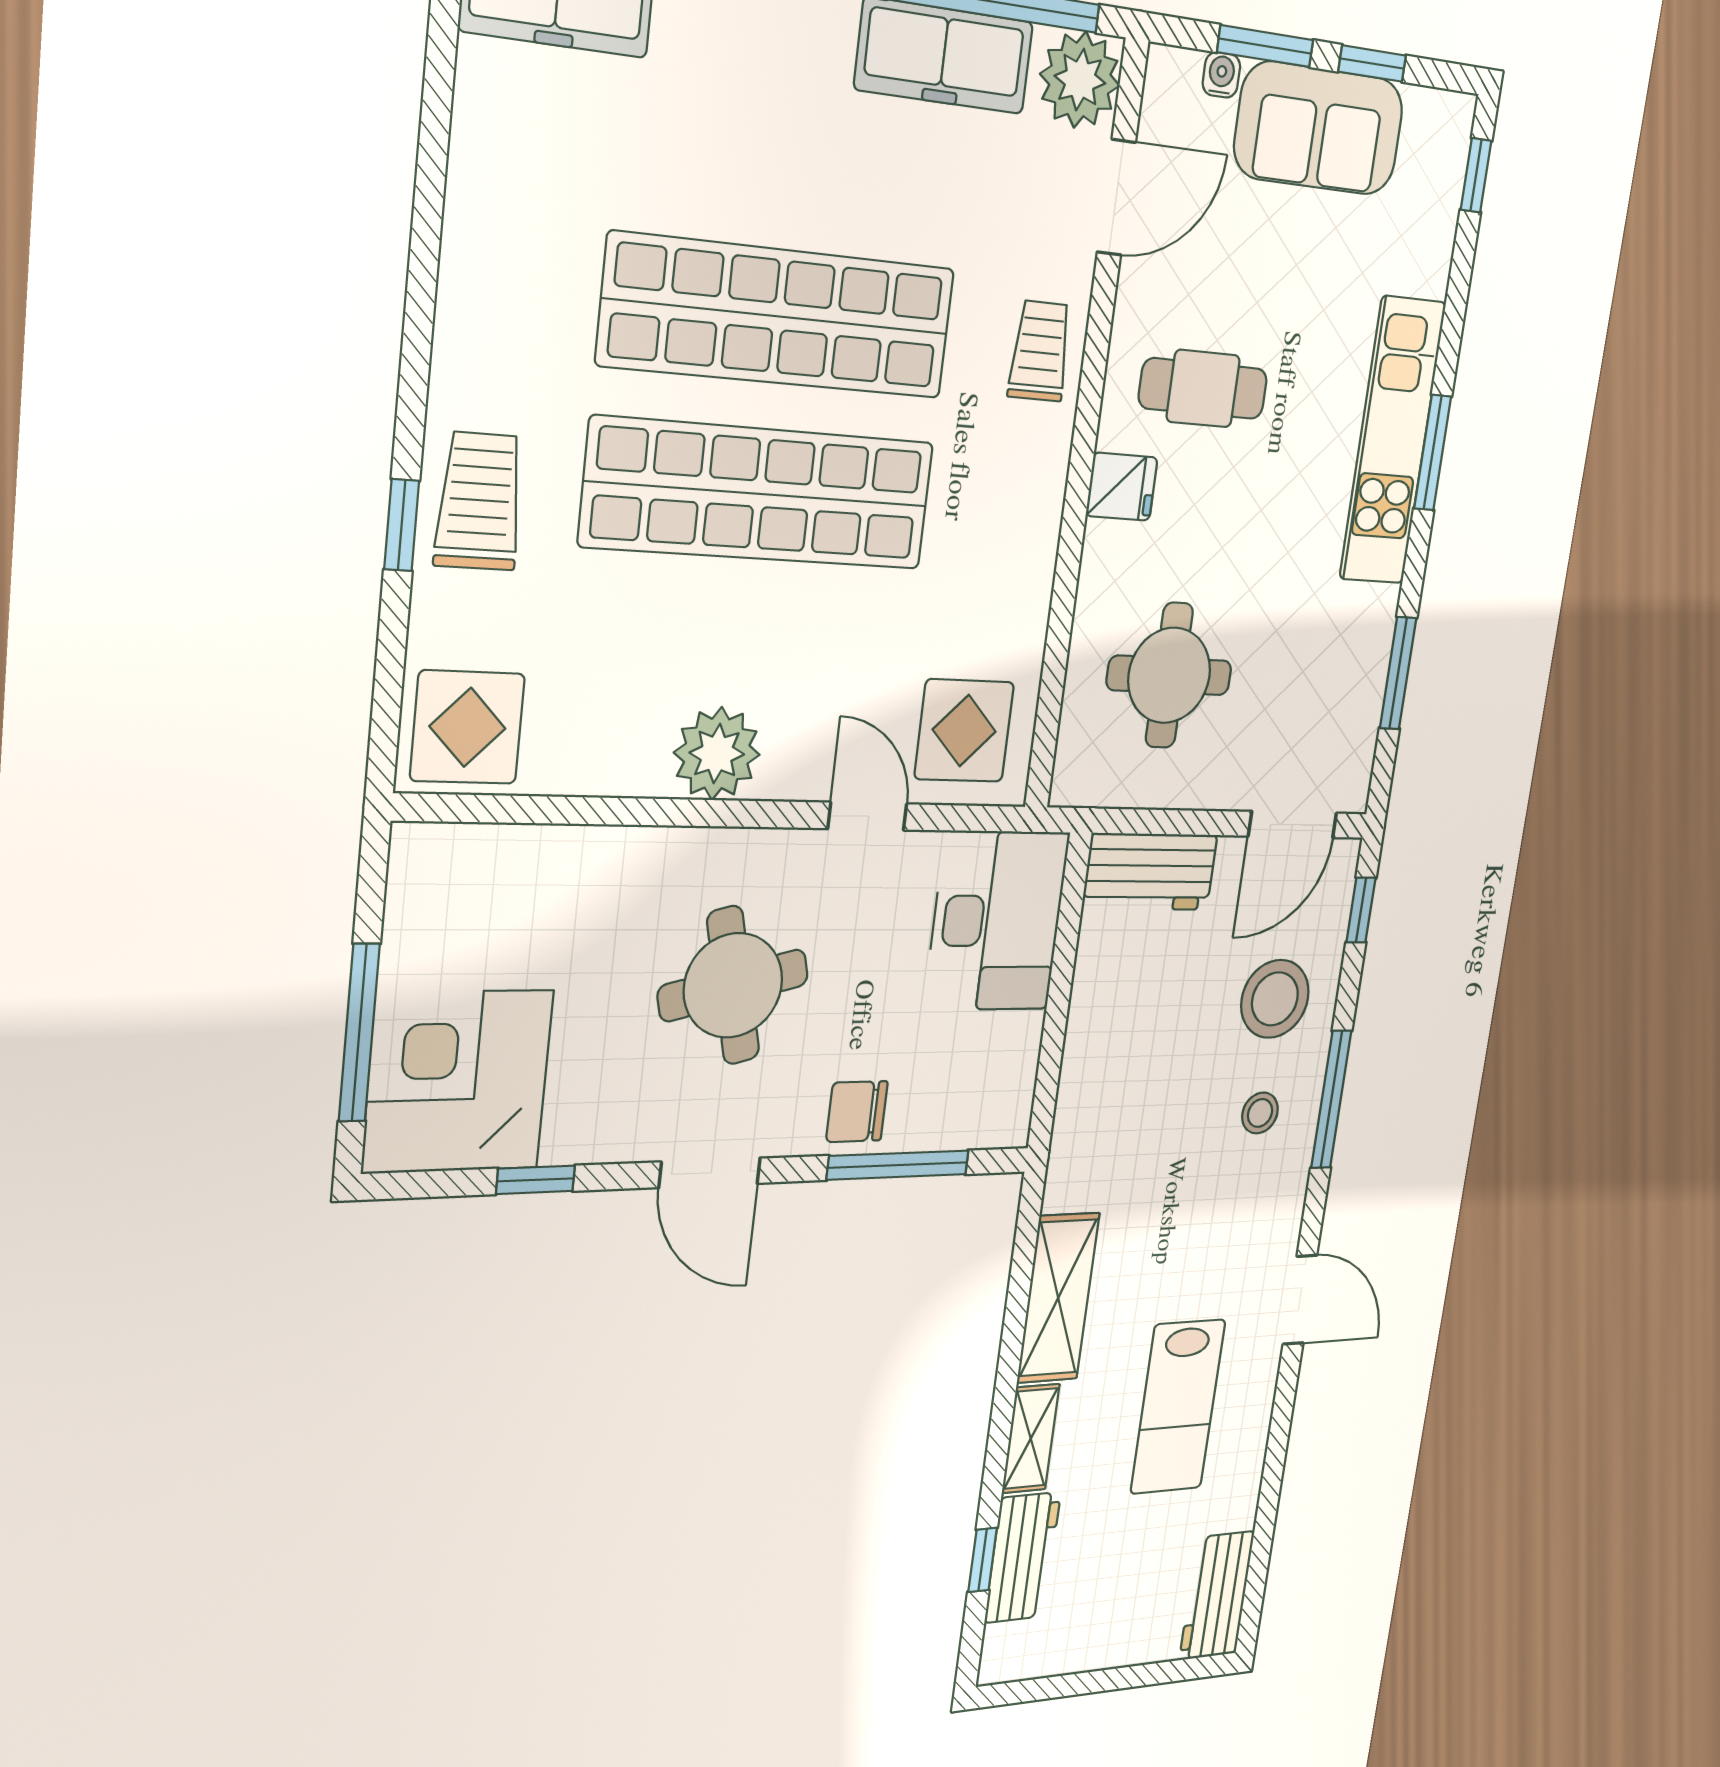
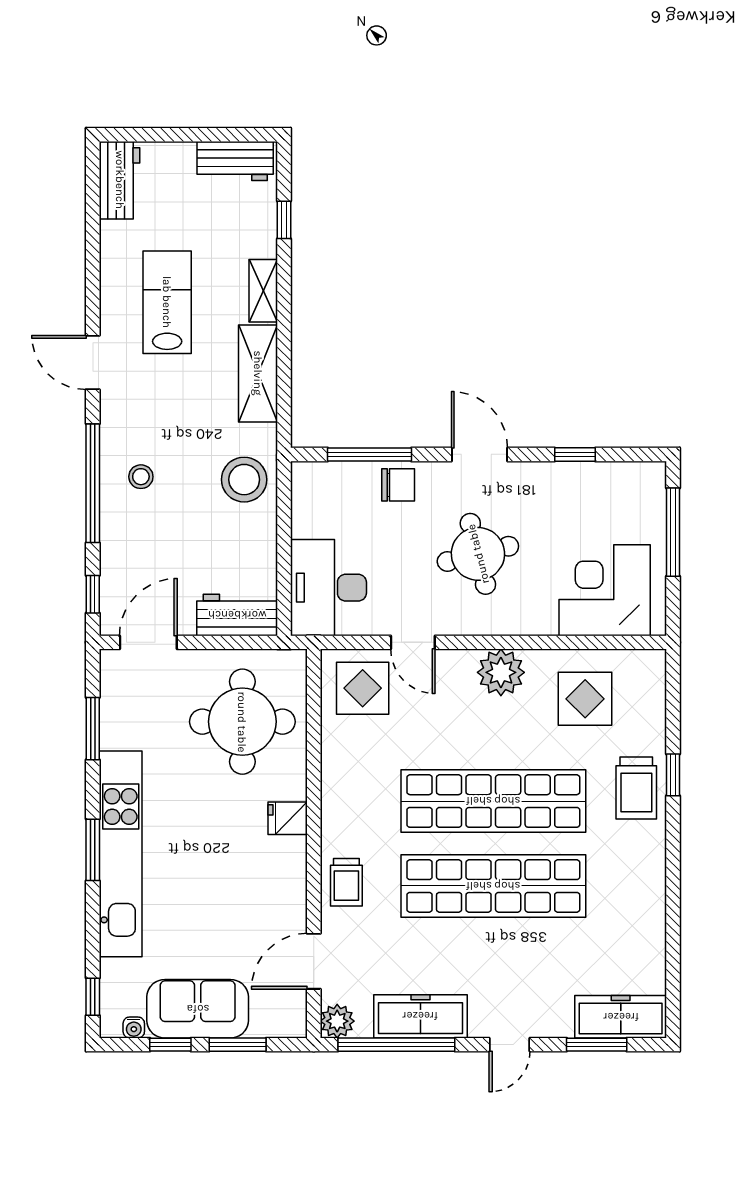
water cooler: (1221, 75) -> (134, 1027), moved
plant: (1080, 80) -> (337, 1021), width x0.73, depth x0.73
cafe table: (1203, 389) -> (246, 872), removed
kitchen unit: (1392, 441) -> (121, 854), width x1.36
round table: (1169, 675) -> (242, 722), width x1.36, depth x1.36
display table: (467, 727) -> (585, 699), moved
stool: (1275, 999) -> (244, 480), moved
corner desk: (458, 1081) -> (605, 590), moved, turned 180
window: (1331, 1100) -> (93, 483), width x1.46
workbench: (1023, 1557) -> (235, 161), moved, turned -90

